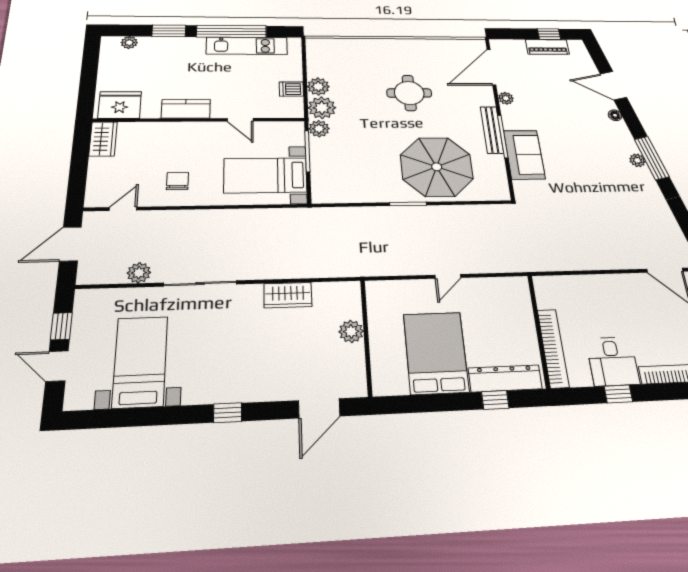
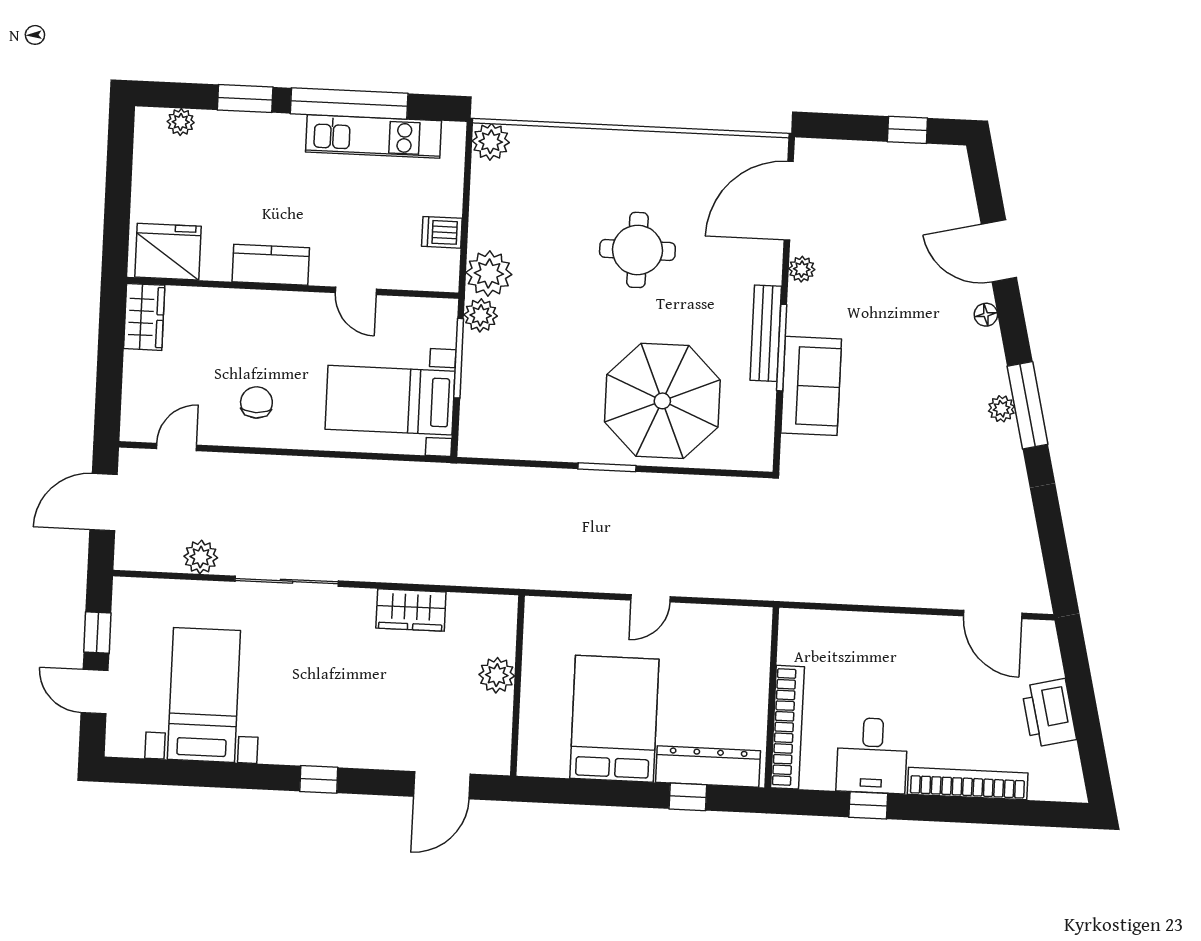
piano: (547, 47) -> (898, 159), removed
plant: (318, 87) -> (491, 142), moved

